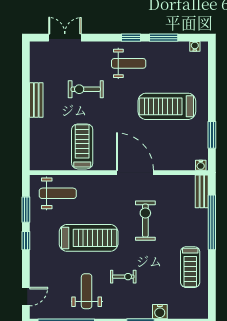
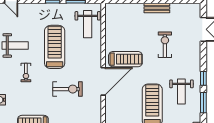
weight bench: (129, 63) -> (181, 91), moved
treadmill: (82, 146) -> (125, 59), moved
treadmill: (89, 238) -> (55, 47), turned 180

